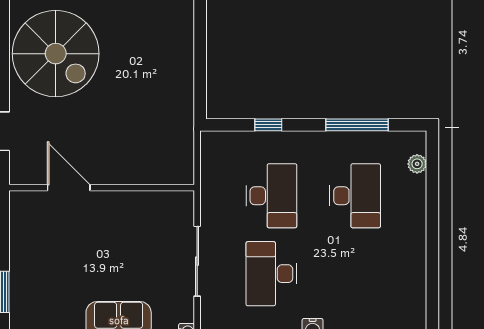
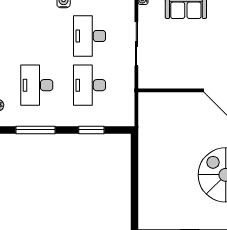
window: (268, 125) -> (91, 130), width x1.50
desk: (271, 274) -> (90, 36), turned 180

